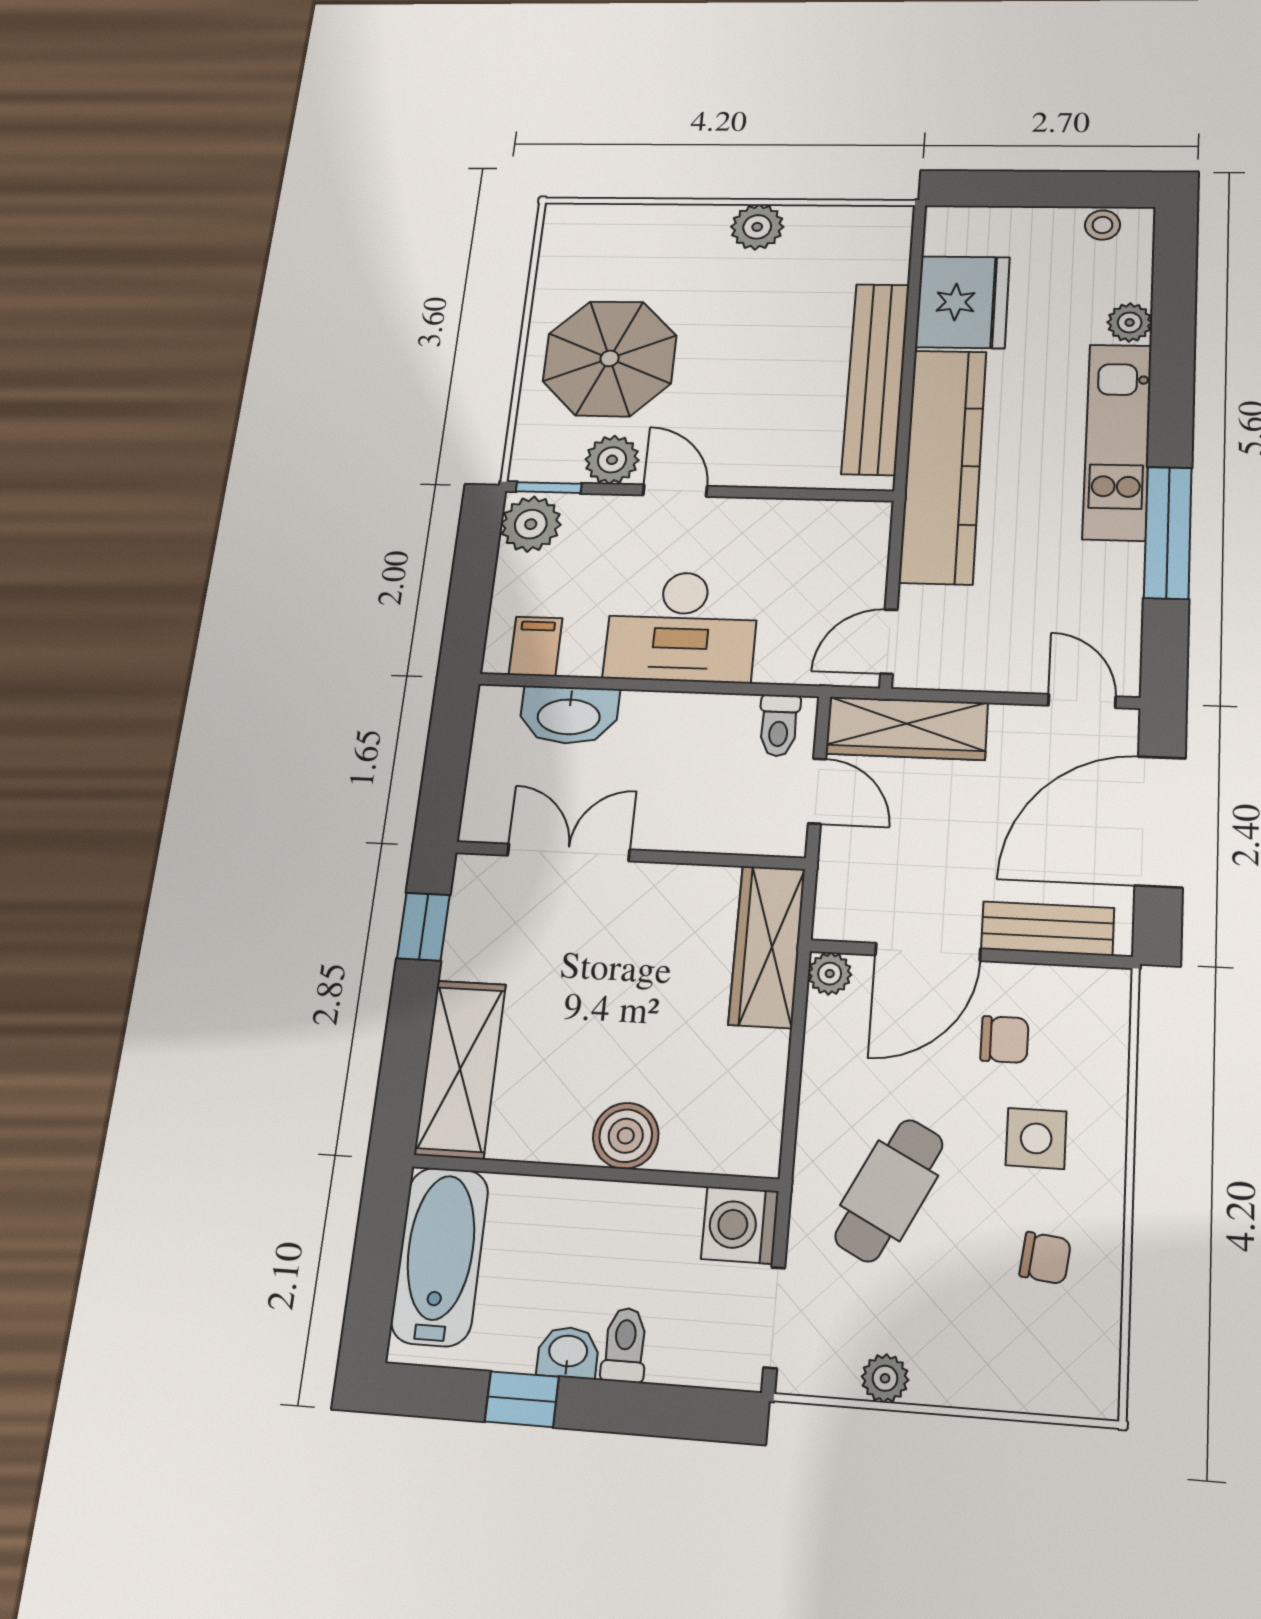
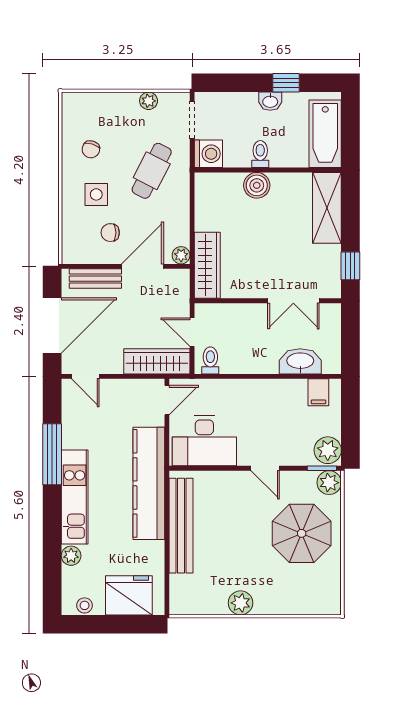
fridge: (963, 302) -> (129, 595), moved, turned 90
plant: (612, 460) -> (329, 483), moved
desk: (682, 627) -> (204, 441), moved, turned 180
chair: (1045, 1258) -> (91, 149), turned -80
toilet: (625, 1345) -> (260, 154), moved, turned 180

